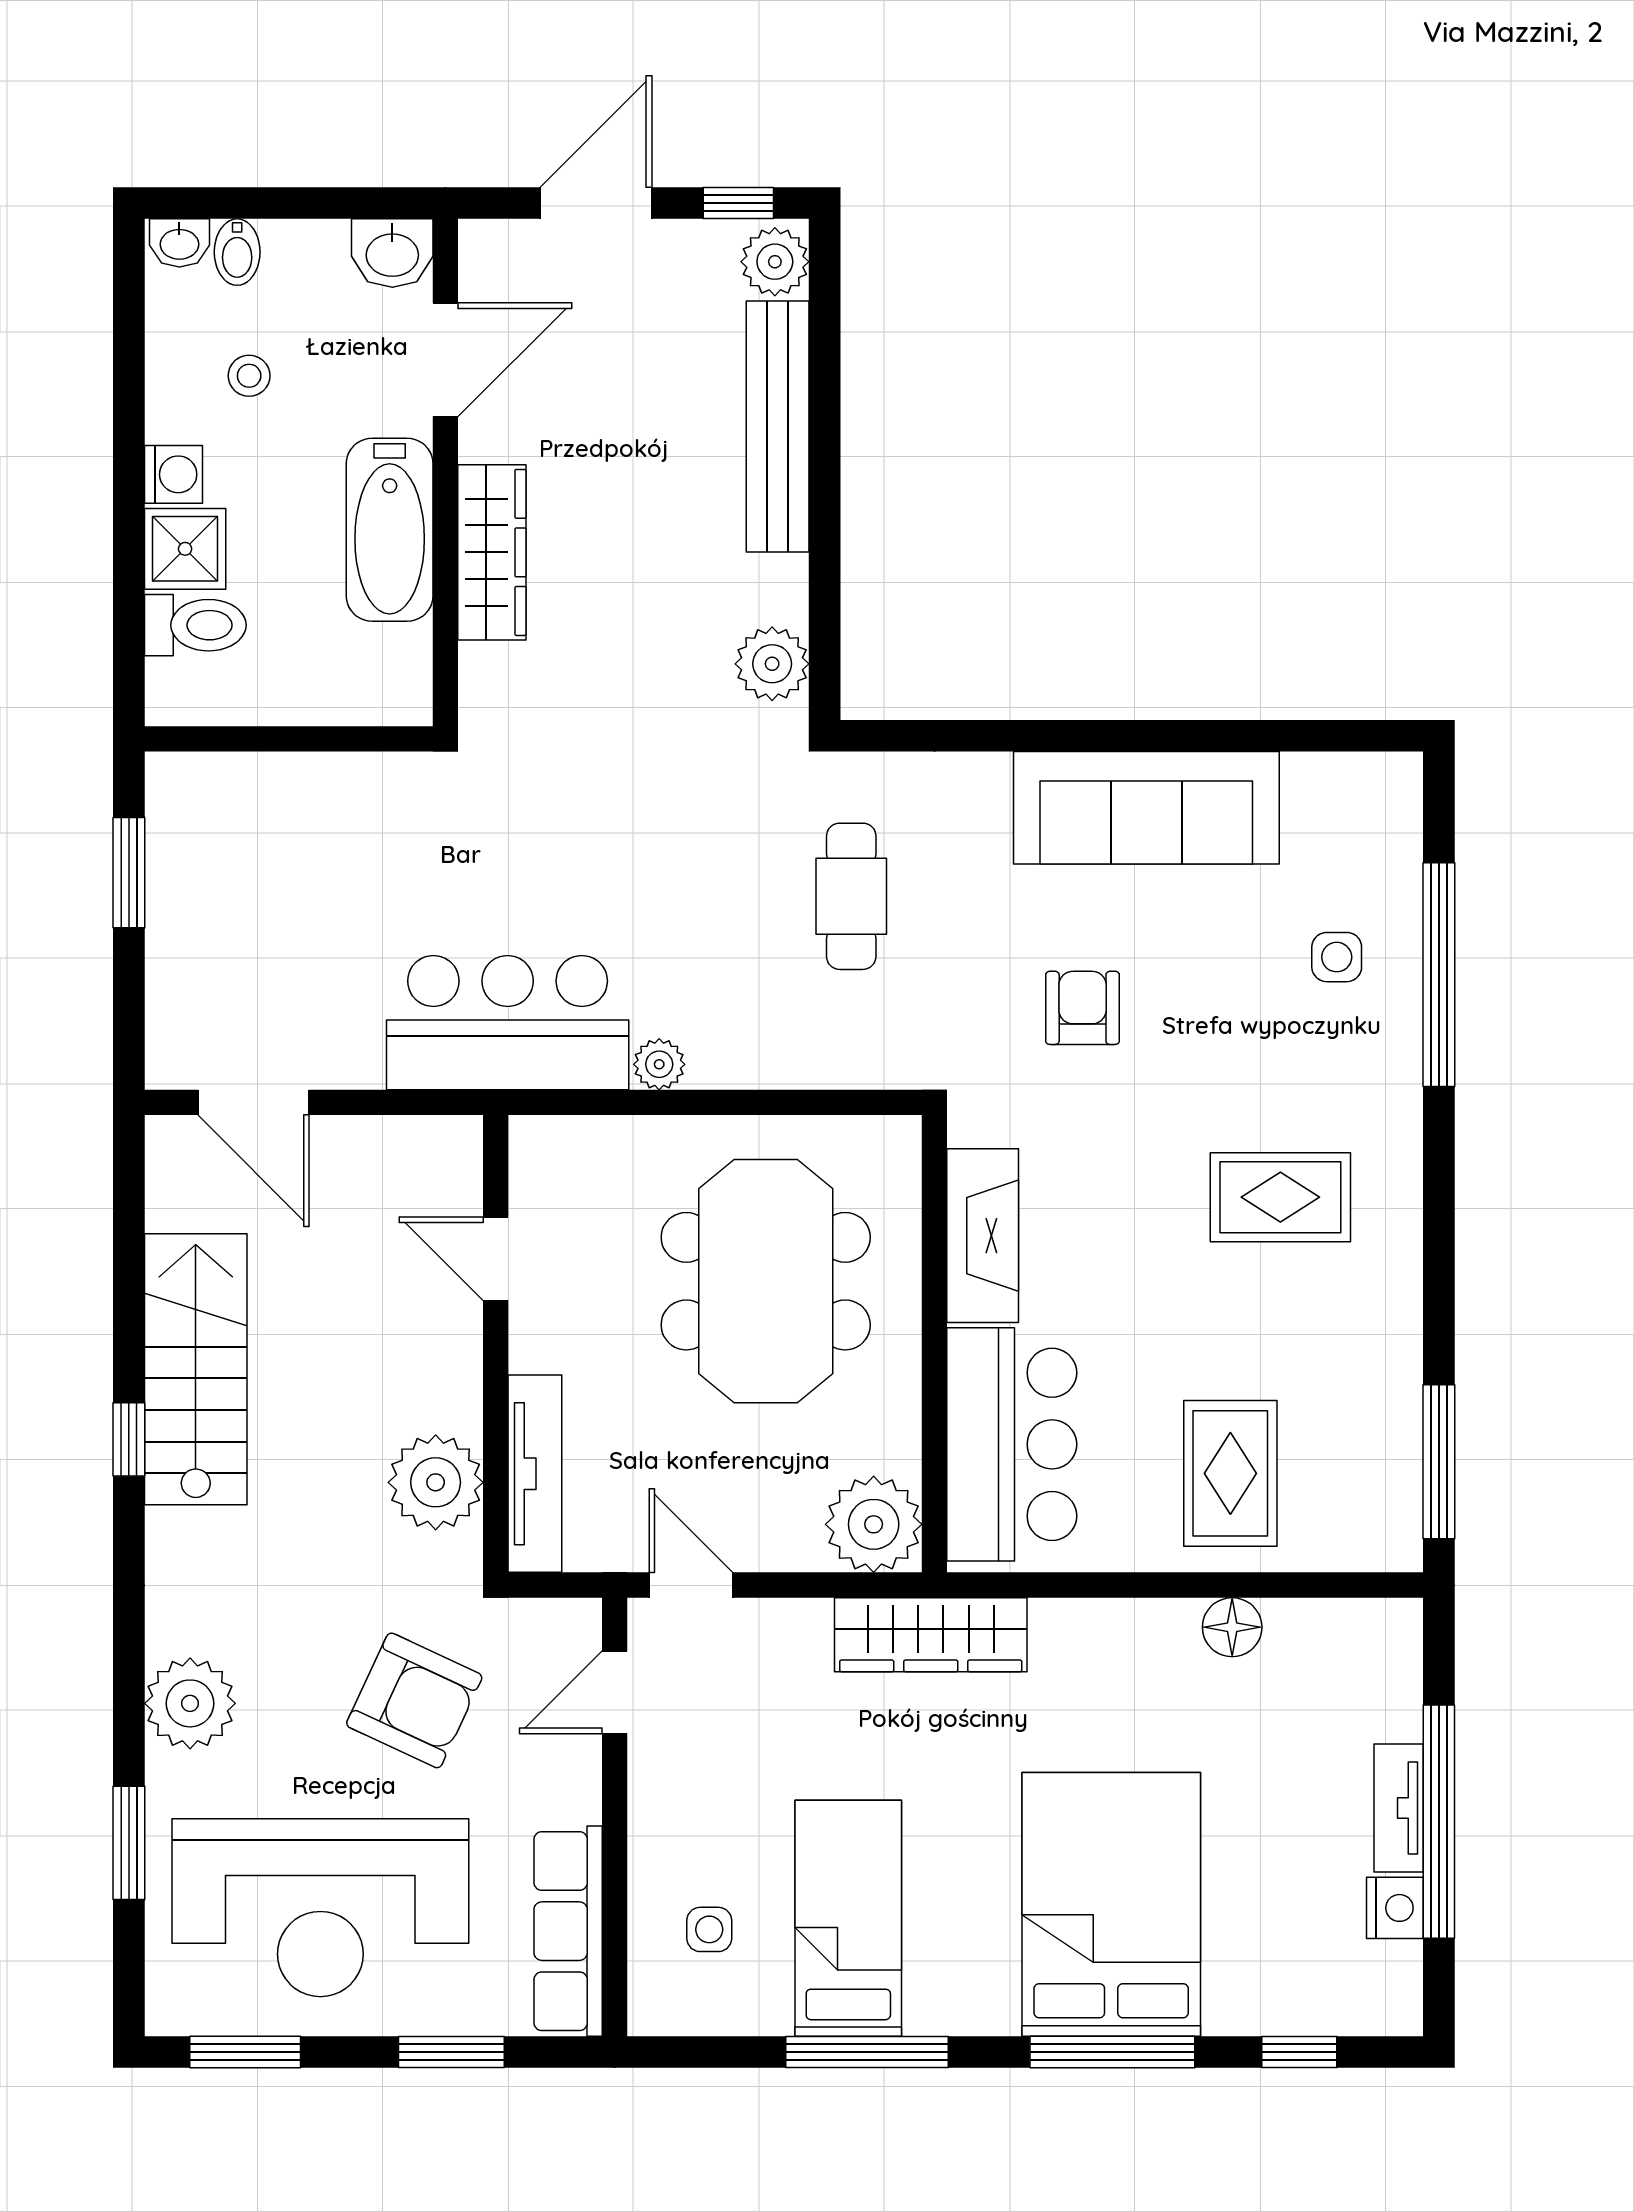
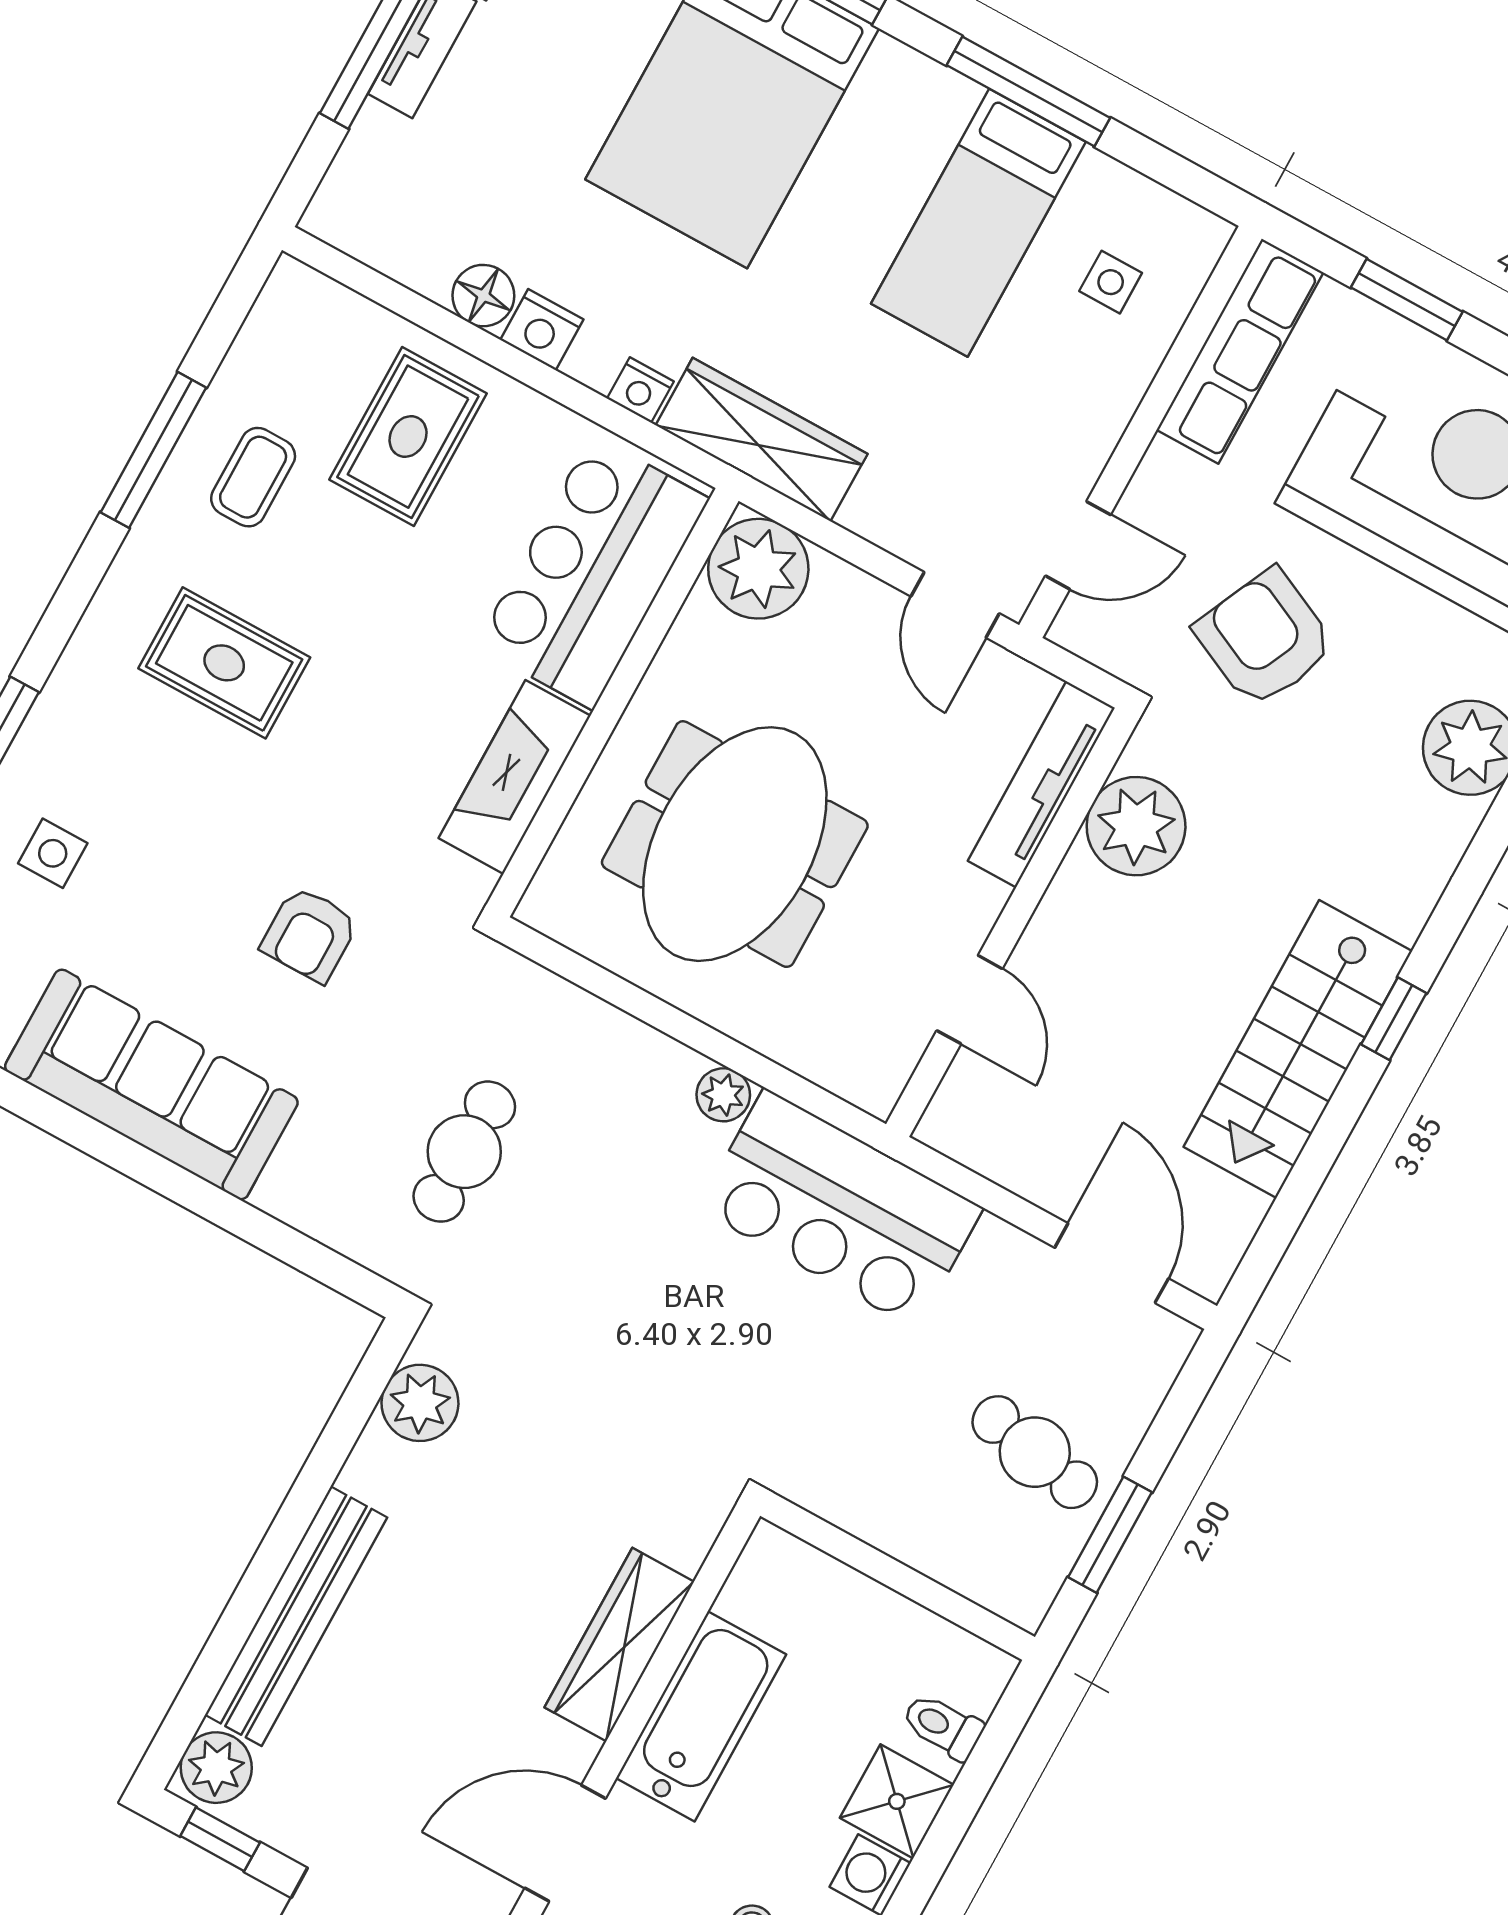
toilet: (195, 625) -> (943, 1726), width x0.73, depth x0.72
cafe table: (231, 907) -> (1035, 1452), added
coffee table: (1342, 1367) -> (253, 477), added
window: (1439, 1462) -> (153, 450), moved
nightstand: (1056, 1620) -> (640, 390), added
nightstand: (1167, 1626) -> (542, 330), added

